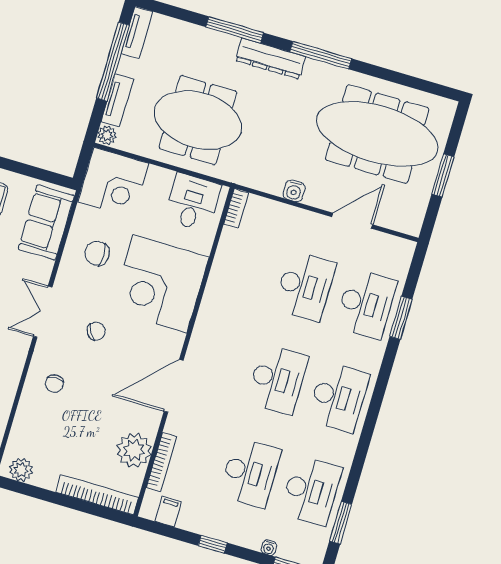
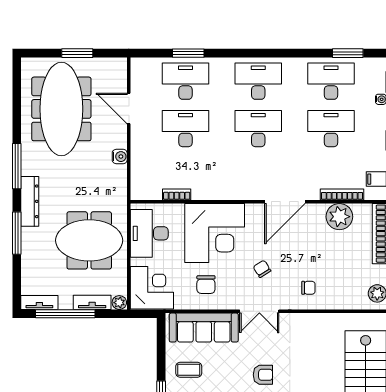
meeting table: (198, 120) -> (89, 240), turned 90
desk: (193, 202) -> (149, 233), width x1.37
bookcase: (236, 208) -> (177, 194), moved
sofa: (46, 222) -> (204, 328), width x1.36
door: (174, 386) -> (285, 202), hinge flipped

